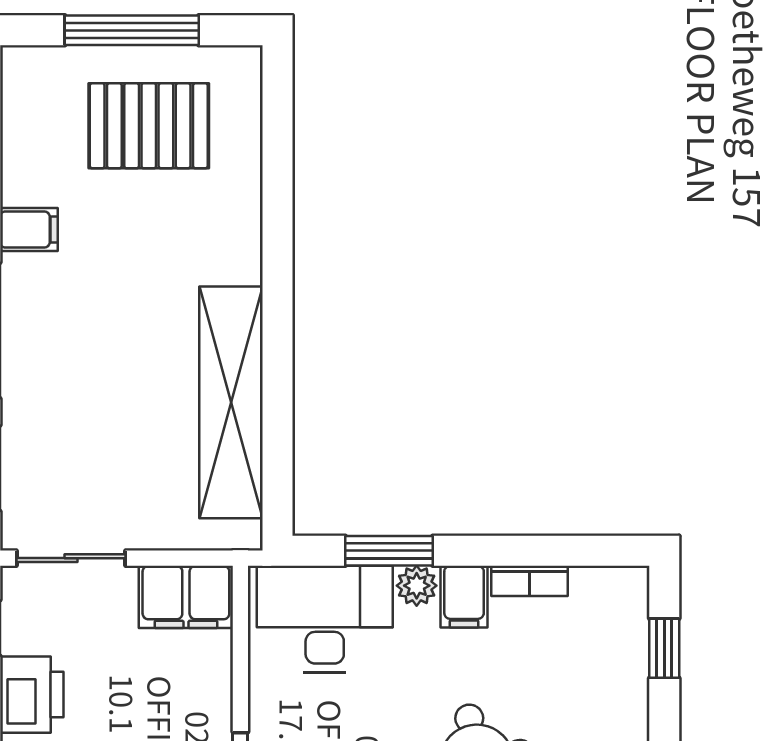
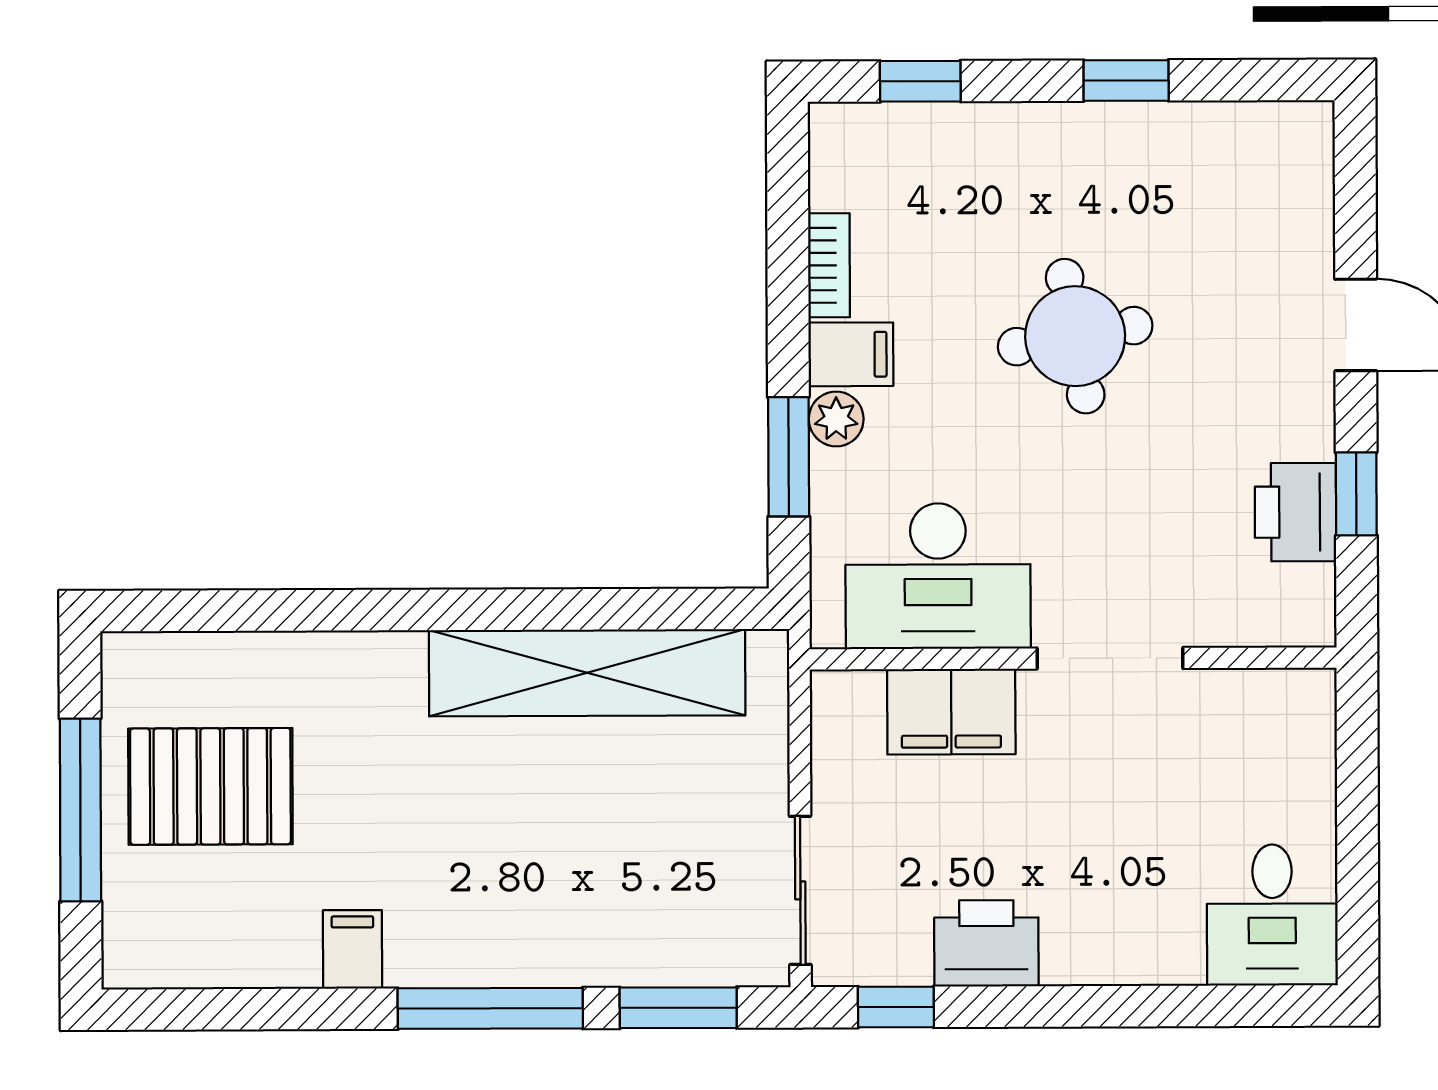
pallet: (149, 126) -> (210, 786), turned 90
filing cabinet: (186, 597) -> (951, 712), moved, turned 90
desk: (325, 619) -> (938, 576), moved, turned -90

